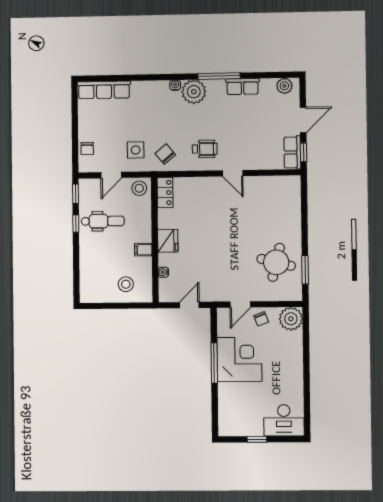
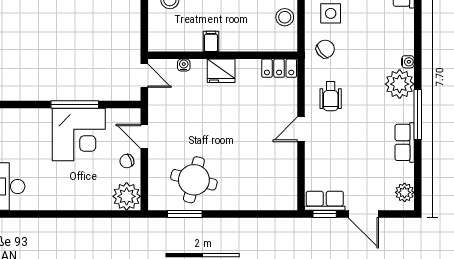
locker: (165, 193) -> (279, 68), moved
wall: (155, 240) -> (223, 55), moved
fridge: (168, 241) -> (221, 71), moved
filing cabinet: (143, 250) -> (211, 41), moved
water cooler: (163, 272) -> (184, 65), moved

